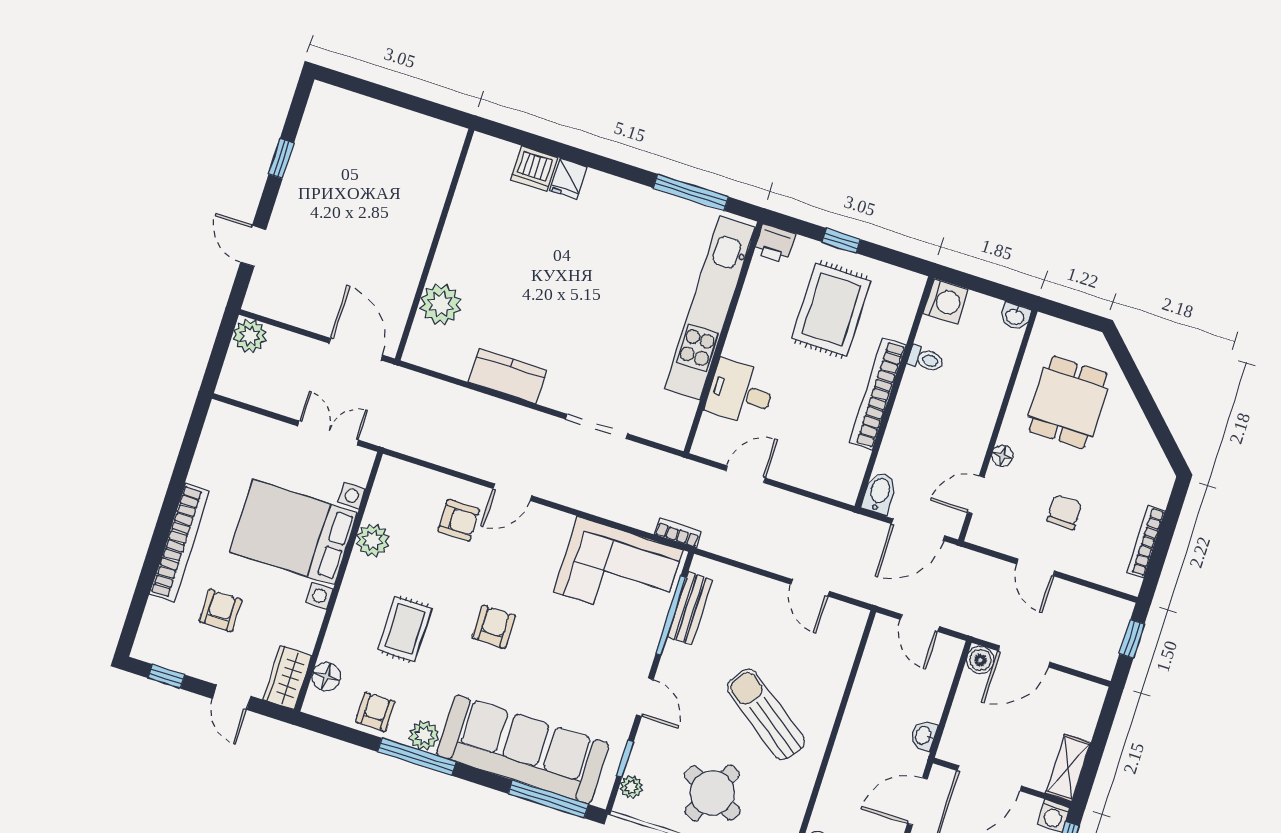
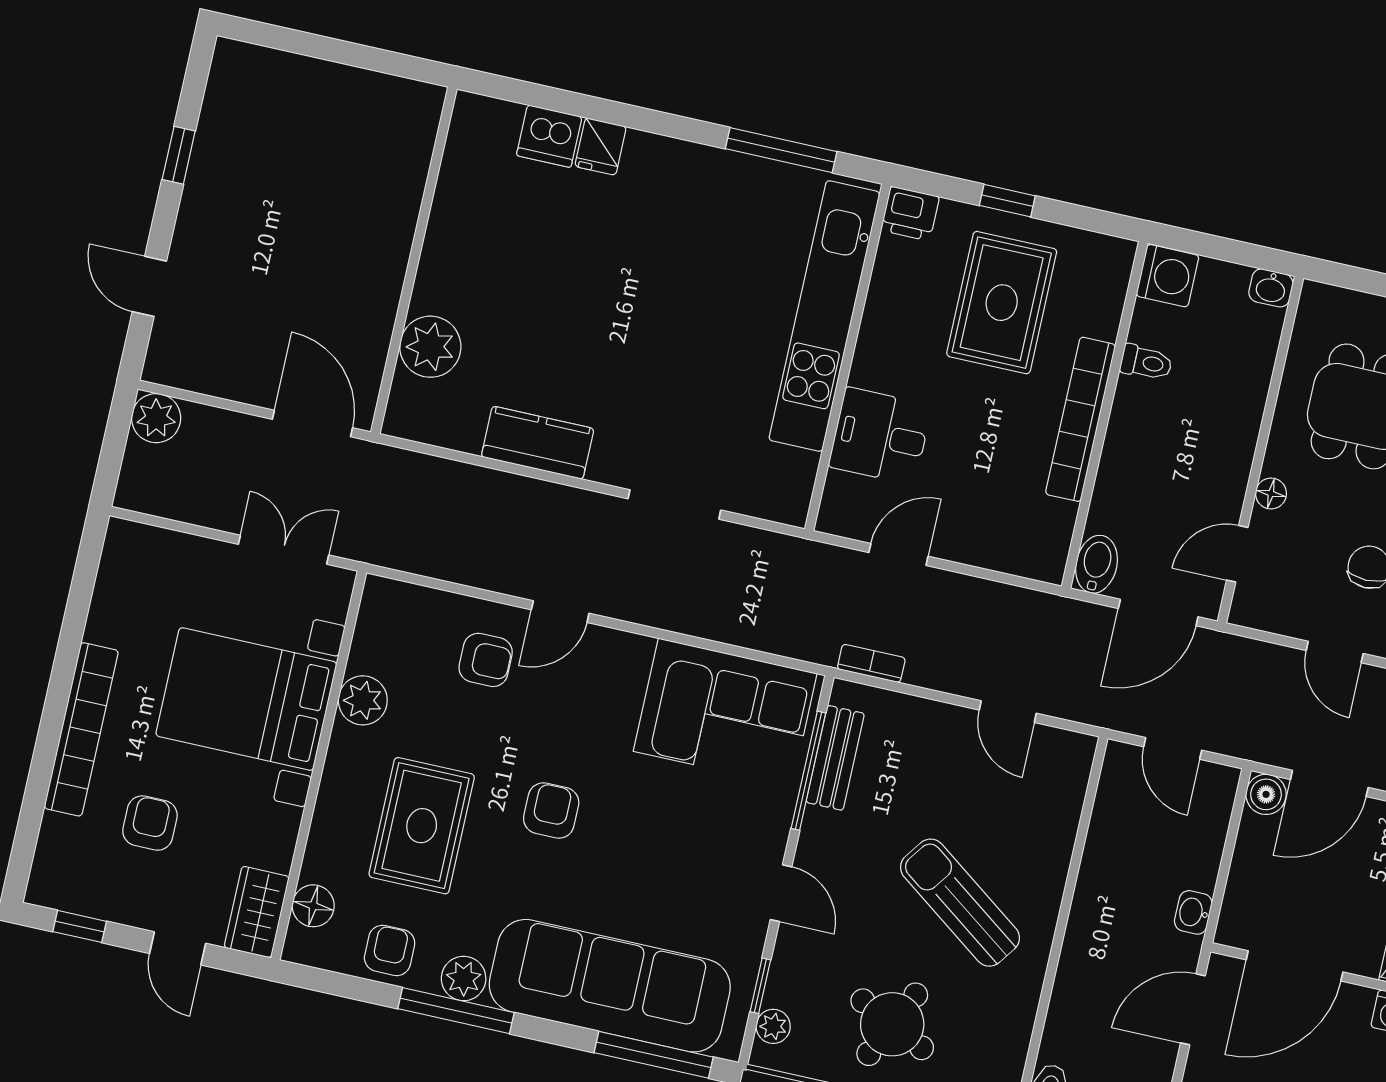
bookcase: (678, 533) -> (871, 663), moved
rug: (405, 629) -> (422, 826), width x1.36, depth x1.43

